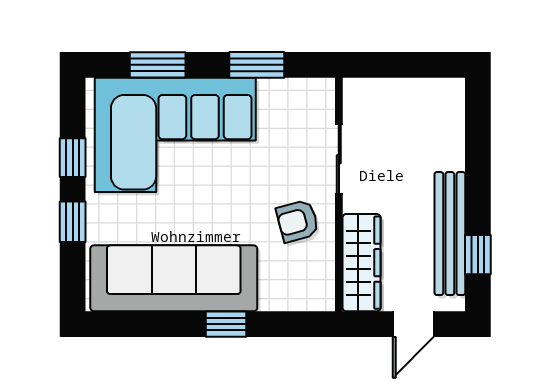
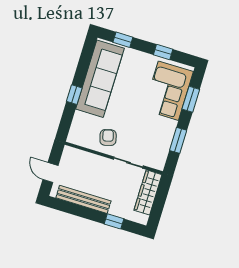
corner sofa: (175, 135) -> (168, 91), width x0.73, depth x0.74
window: (73, 222) -> (123, 40), moved
window: (478, 255) -> (114, 221), moved
wardrobe: (361, 263) -> (148, 192), moved, turned 90

